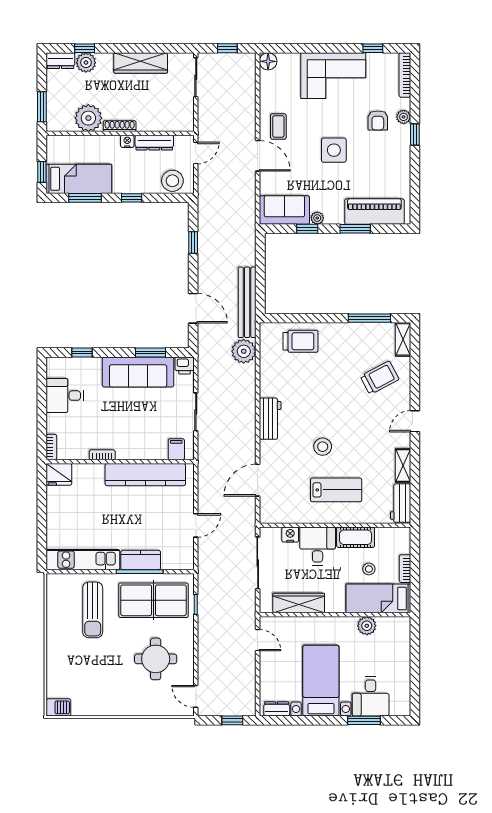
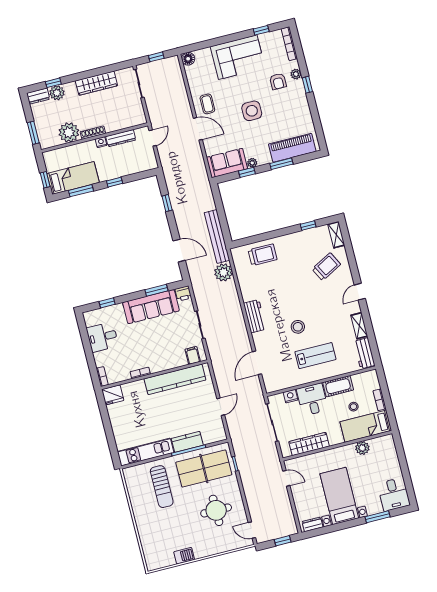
stool: (172, 181) -> (141, 162), removed
window: (369, 318) -> (308, 226), width x0.46
desk: (371, 696) -> (394, 494), moved
barbecue: (58, 707) -> (184, 556), moved

